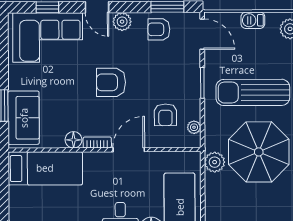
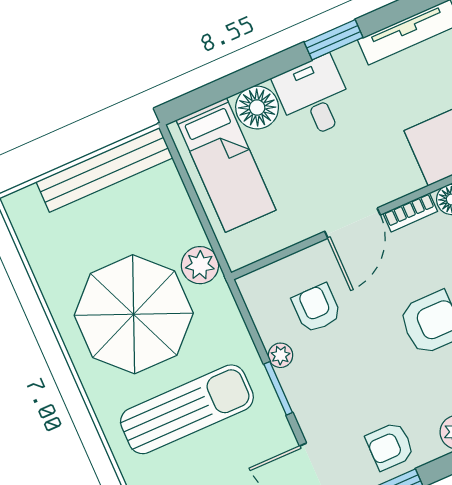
armchair: (159, 29) -> (390, 446), turned 180
plant: (194, 127) -> (281, 355), moved

